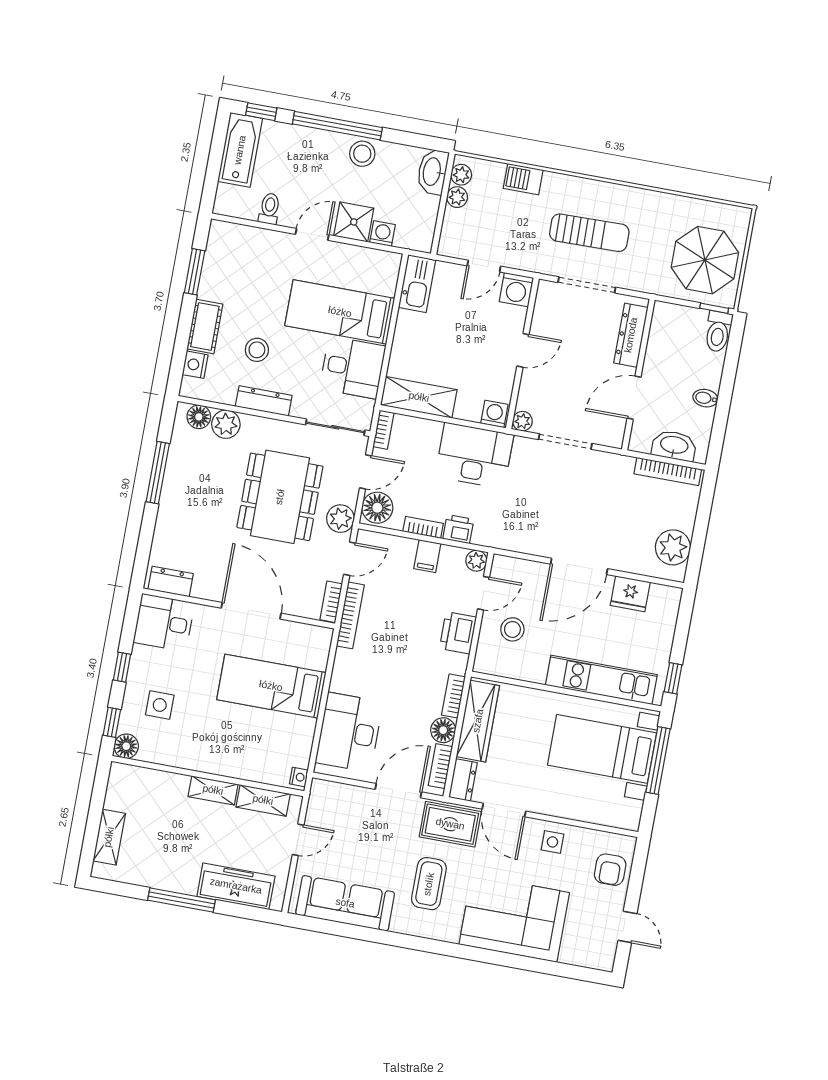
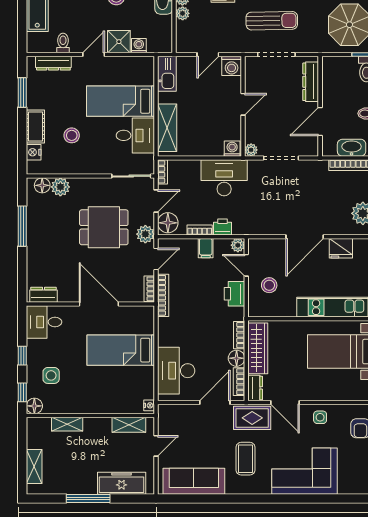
shelving: (419, 397) -> (167, 128), moved, turned 90
dresser: (264, 401) -> (53, 63), moved, turned 180
dining table: (280, 497) -> (104, 227), width x0.73
door: (483, 593) -> (246, 265), swing flipped
shelving: (213, 790) -> (67, 424), moved

